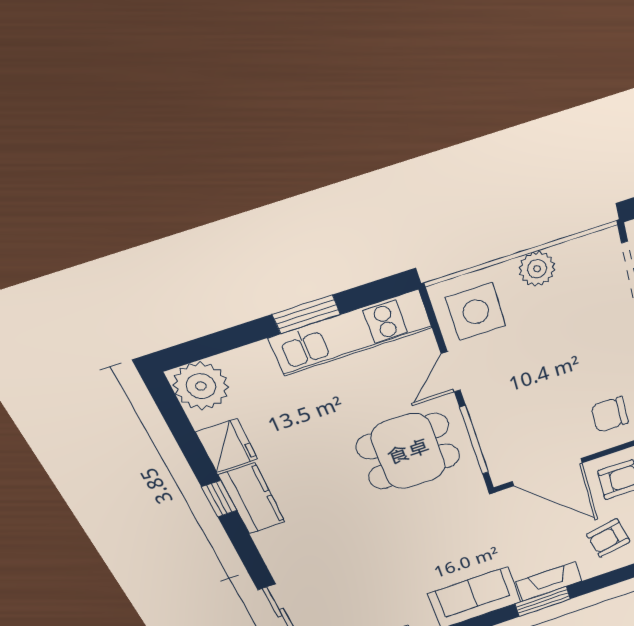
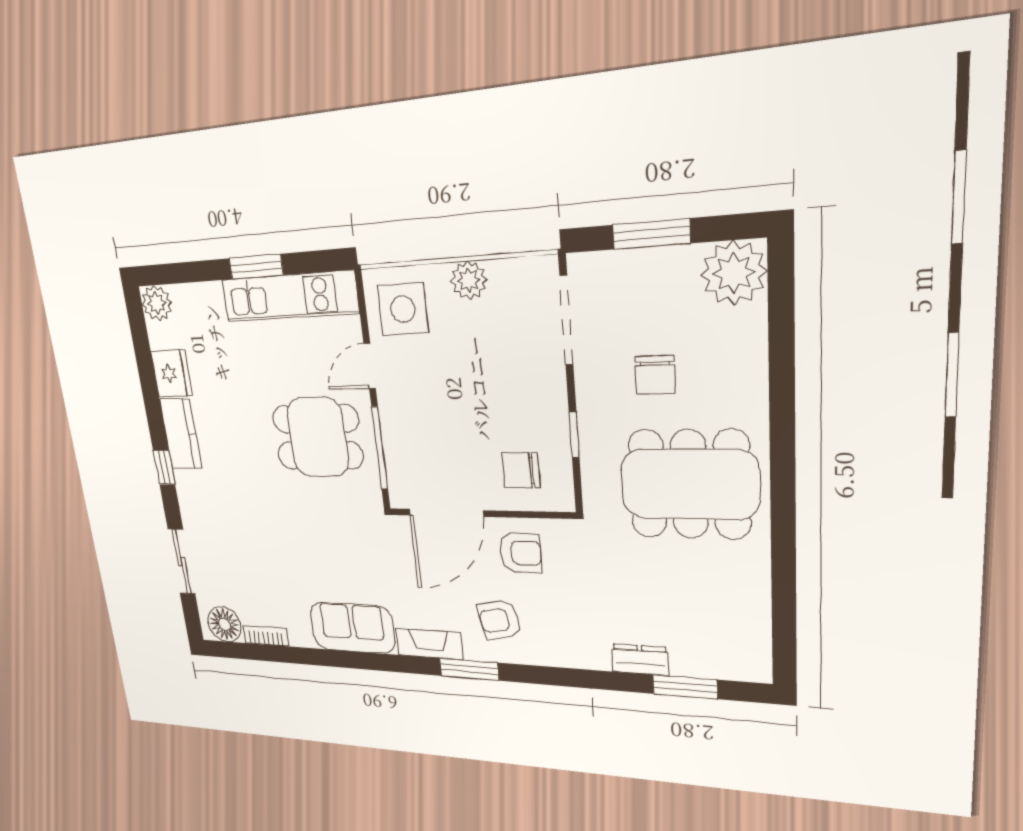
plant: (201, 386) -> (157, 303), width x0.73, depth x0.73
door: (547, 472) -> (446, 513), hinge flipped
window: (219, 499) -> (164, 467), moved
window: (543, 602) -> (469, 669), moved

